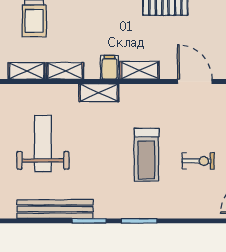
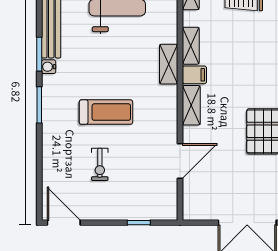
shelving: (65, 71) -> (191, 46), moved
treadmill: (146, 155) -> (106, 112), turned 180
water cooler: (101, 212) -> (49, 67), added

